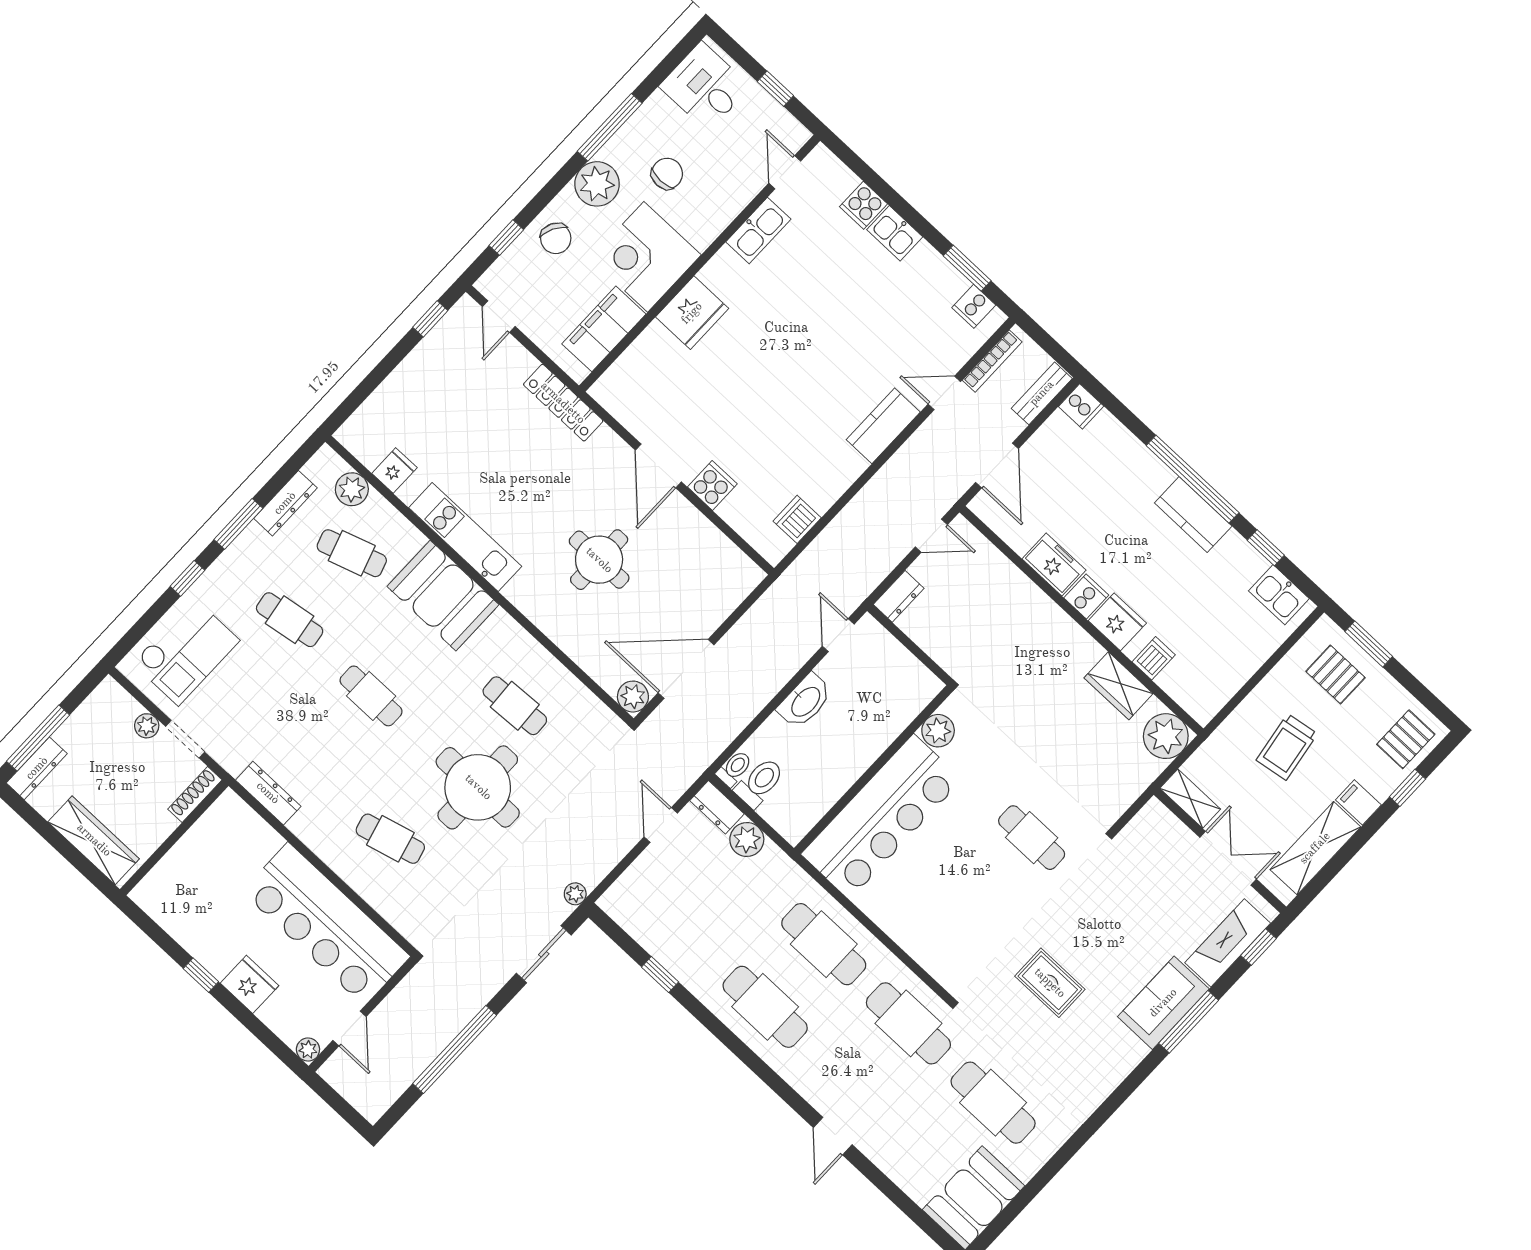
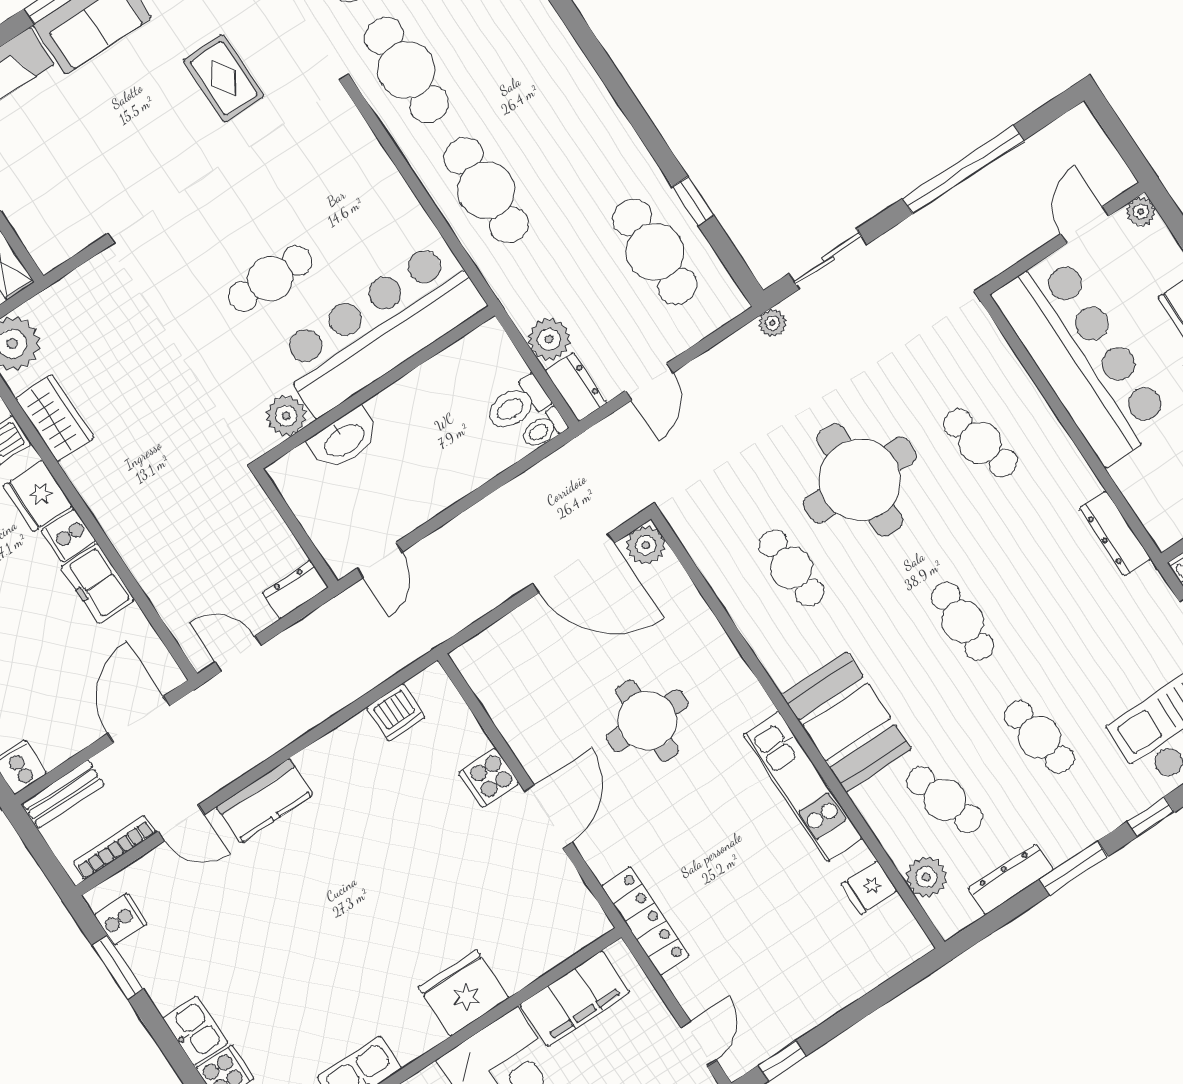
washbasin: (805, 701) -> (344, 439), moved, turned 180
cafe table: (1032, 838) -> (270, 278), moved, turned 90
cafe table: (765, 1007) -> (655, 252), moved

